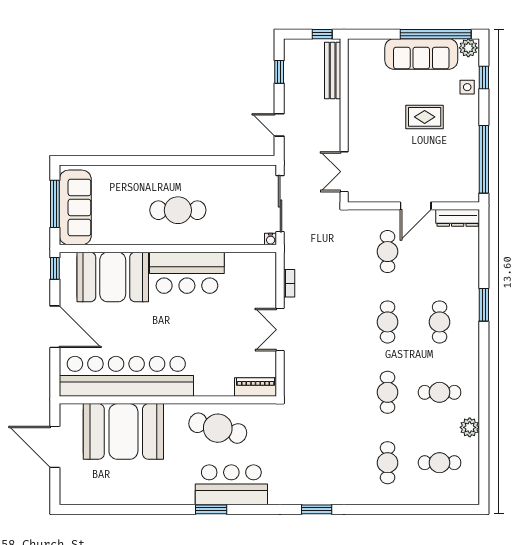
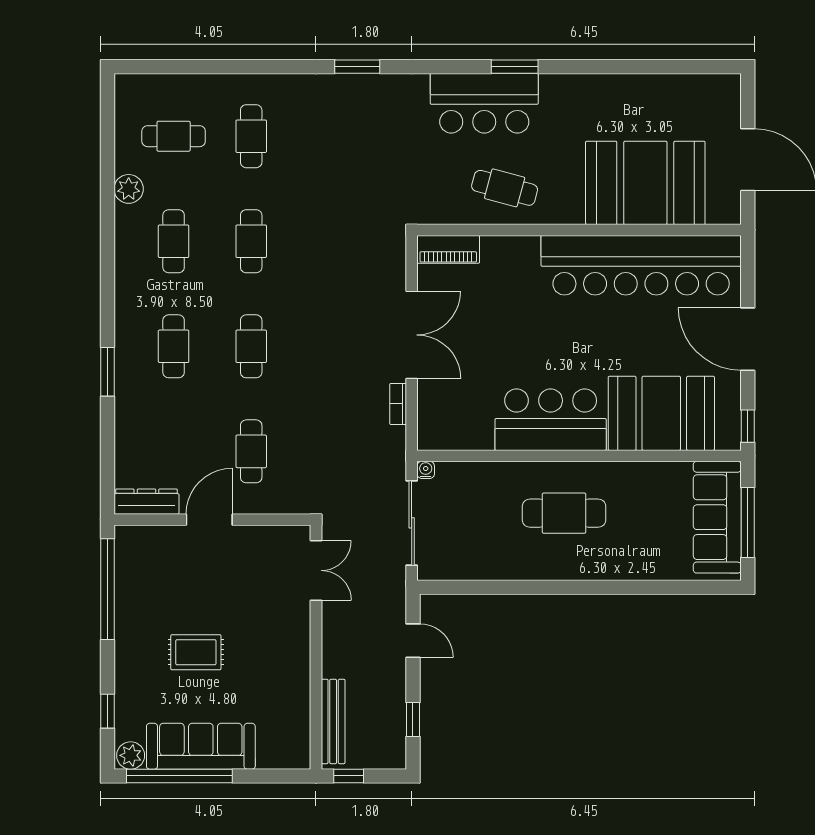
side table: (467, 87) -> (132, 697), removed
double door: (280, 330) -> (412, 335), width x1.37
cafe table: (440, 392) -> (174, 241), turned 90
cafe table: (218, 428) -> (505, 188), width x0.73, depth x0.74

